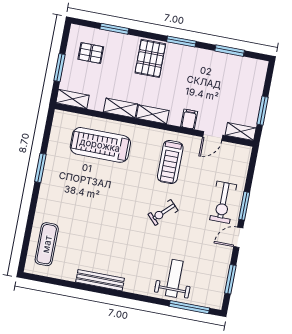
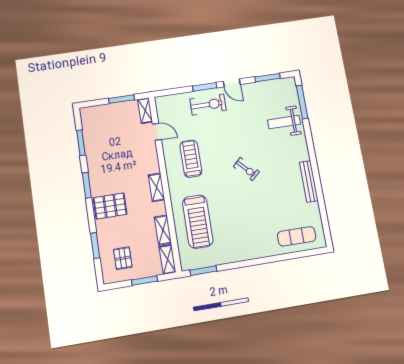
shelving: (120, 108) -> (163, 230), moved
filing cabinet: (189, 119) -> (150, 156), removed
treadmill: (170, 162) -> (191, 159), turned -90
window: (40, 168) -> (203, 271), moved
exercise bike: (163, 212) -> (246, 169), moved

